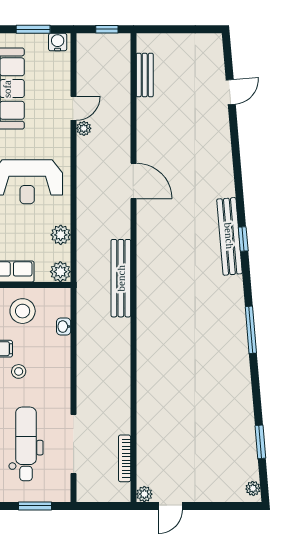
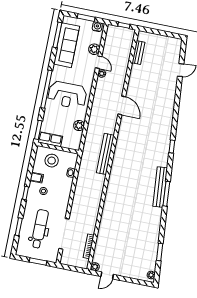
door: (74, 108) -> (99, 62), hinge flipped
bench: (229, 236) -> (160, 187), moved
plant: (60, 272) -> (94, 49), moved

